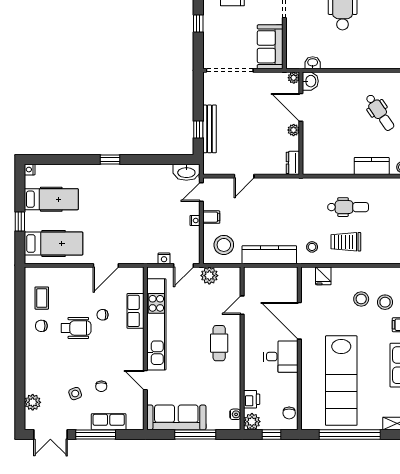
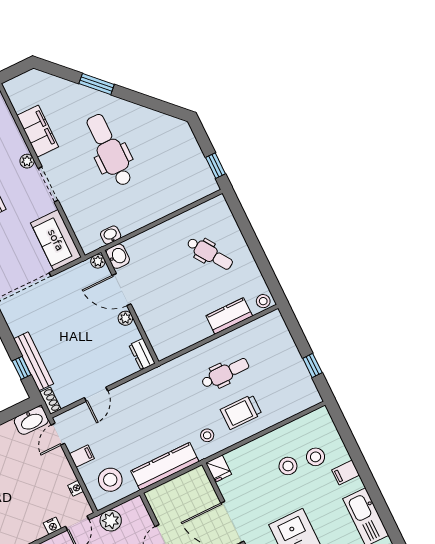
shoe rack: (208, 164) -> (50, 401), added
nightstand: (195, 221) -> (76, 488), moved
fridge: (323, 276) -> (219, 469), moved

